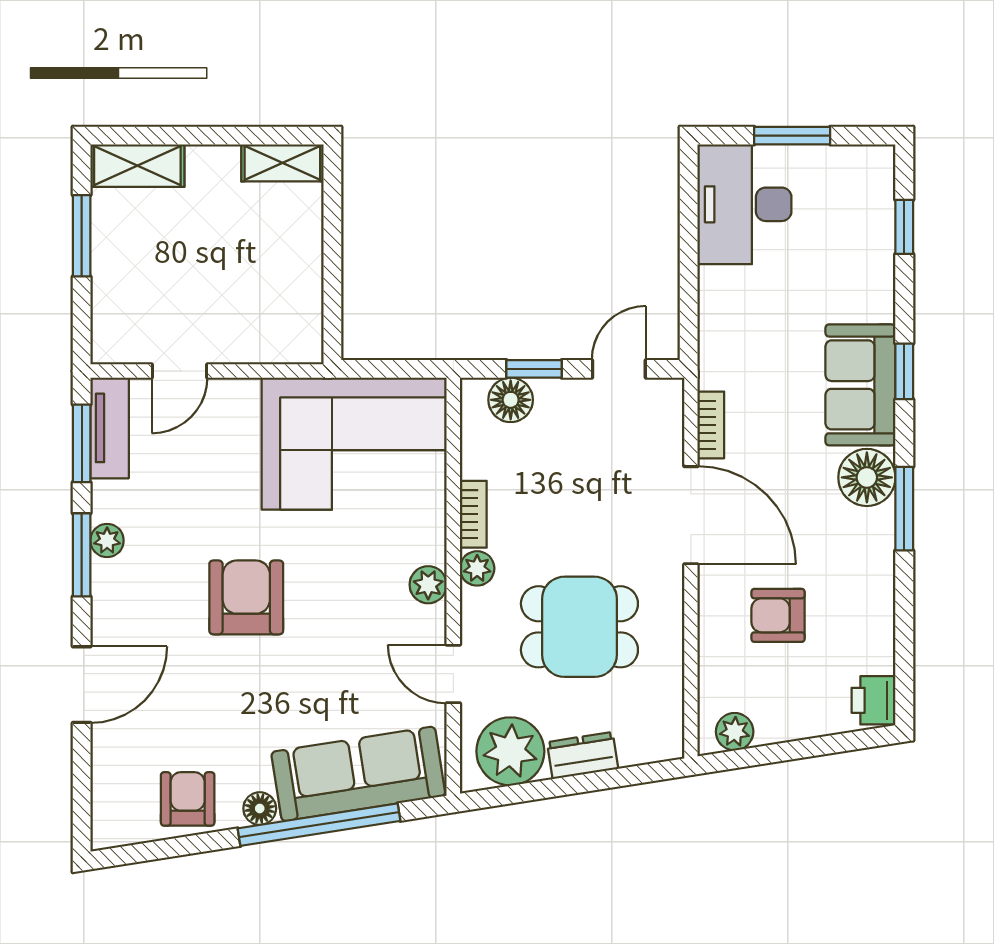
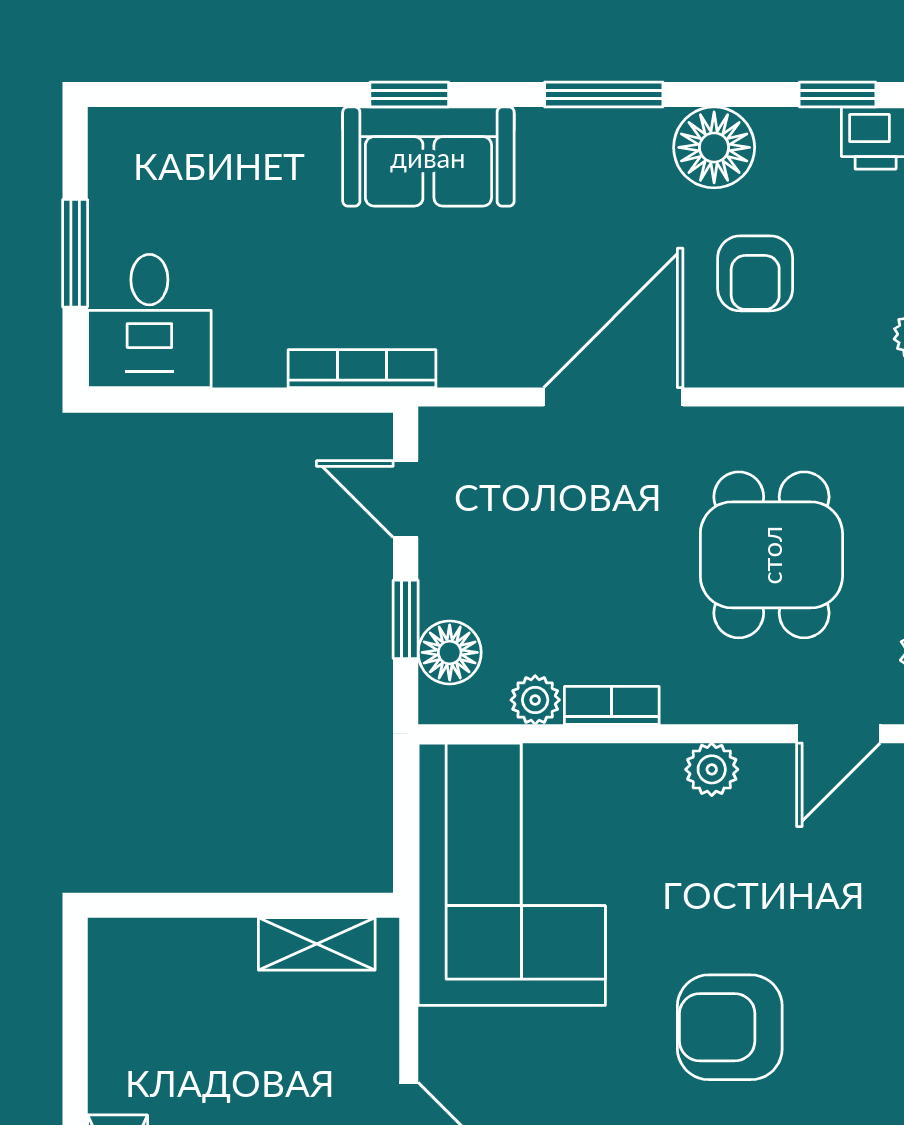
shelving: (282, 163) -> (317, 944), moved, turned 90
desk: (744, 204) -> (149, 321), width x0.73
window: (904, 227) -> (838, 94), moved
bookcase: (711, 425) -> (362, 369), moved, width x1.56
floor lamp: (867, 477) -> (714, 147), moved
plant: (477, 568) -> (535, 700), moved

